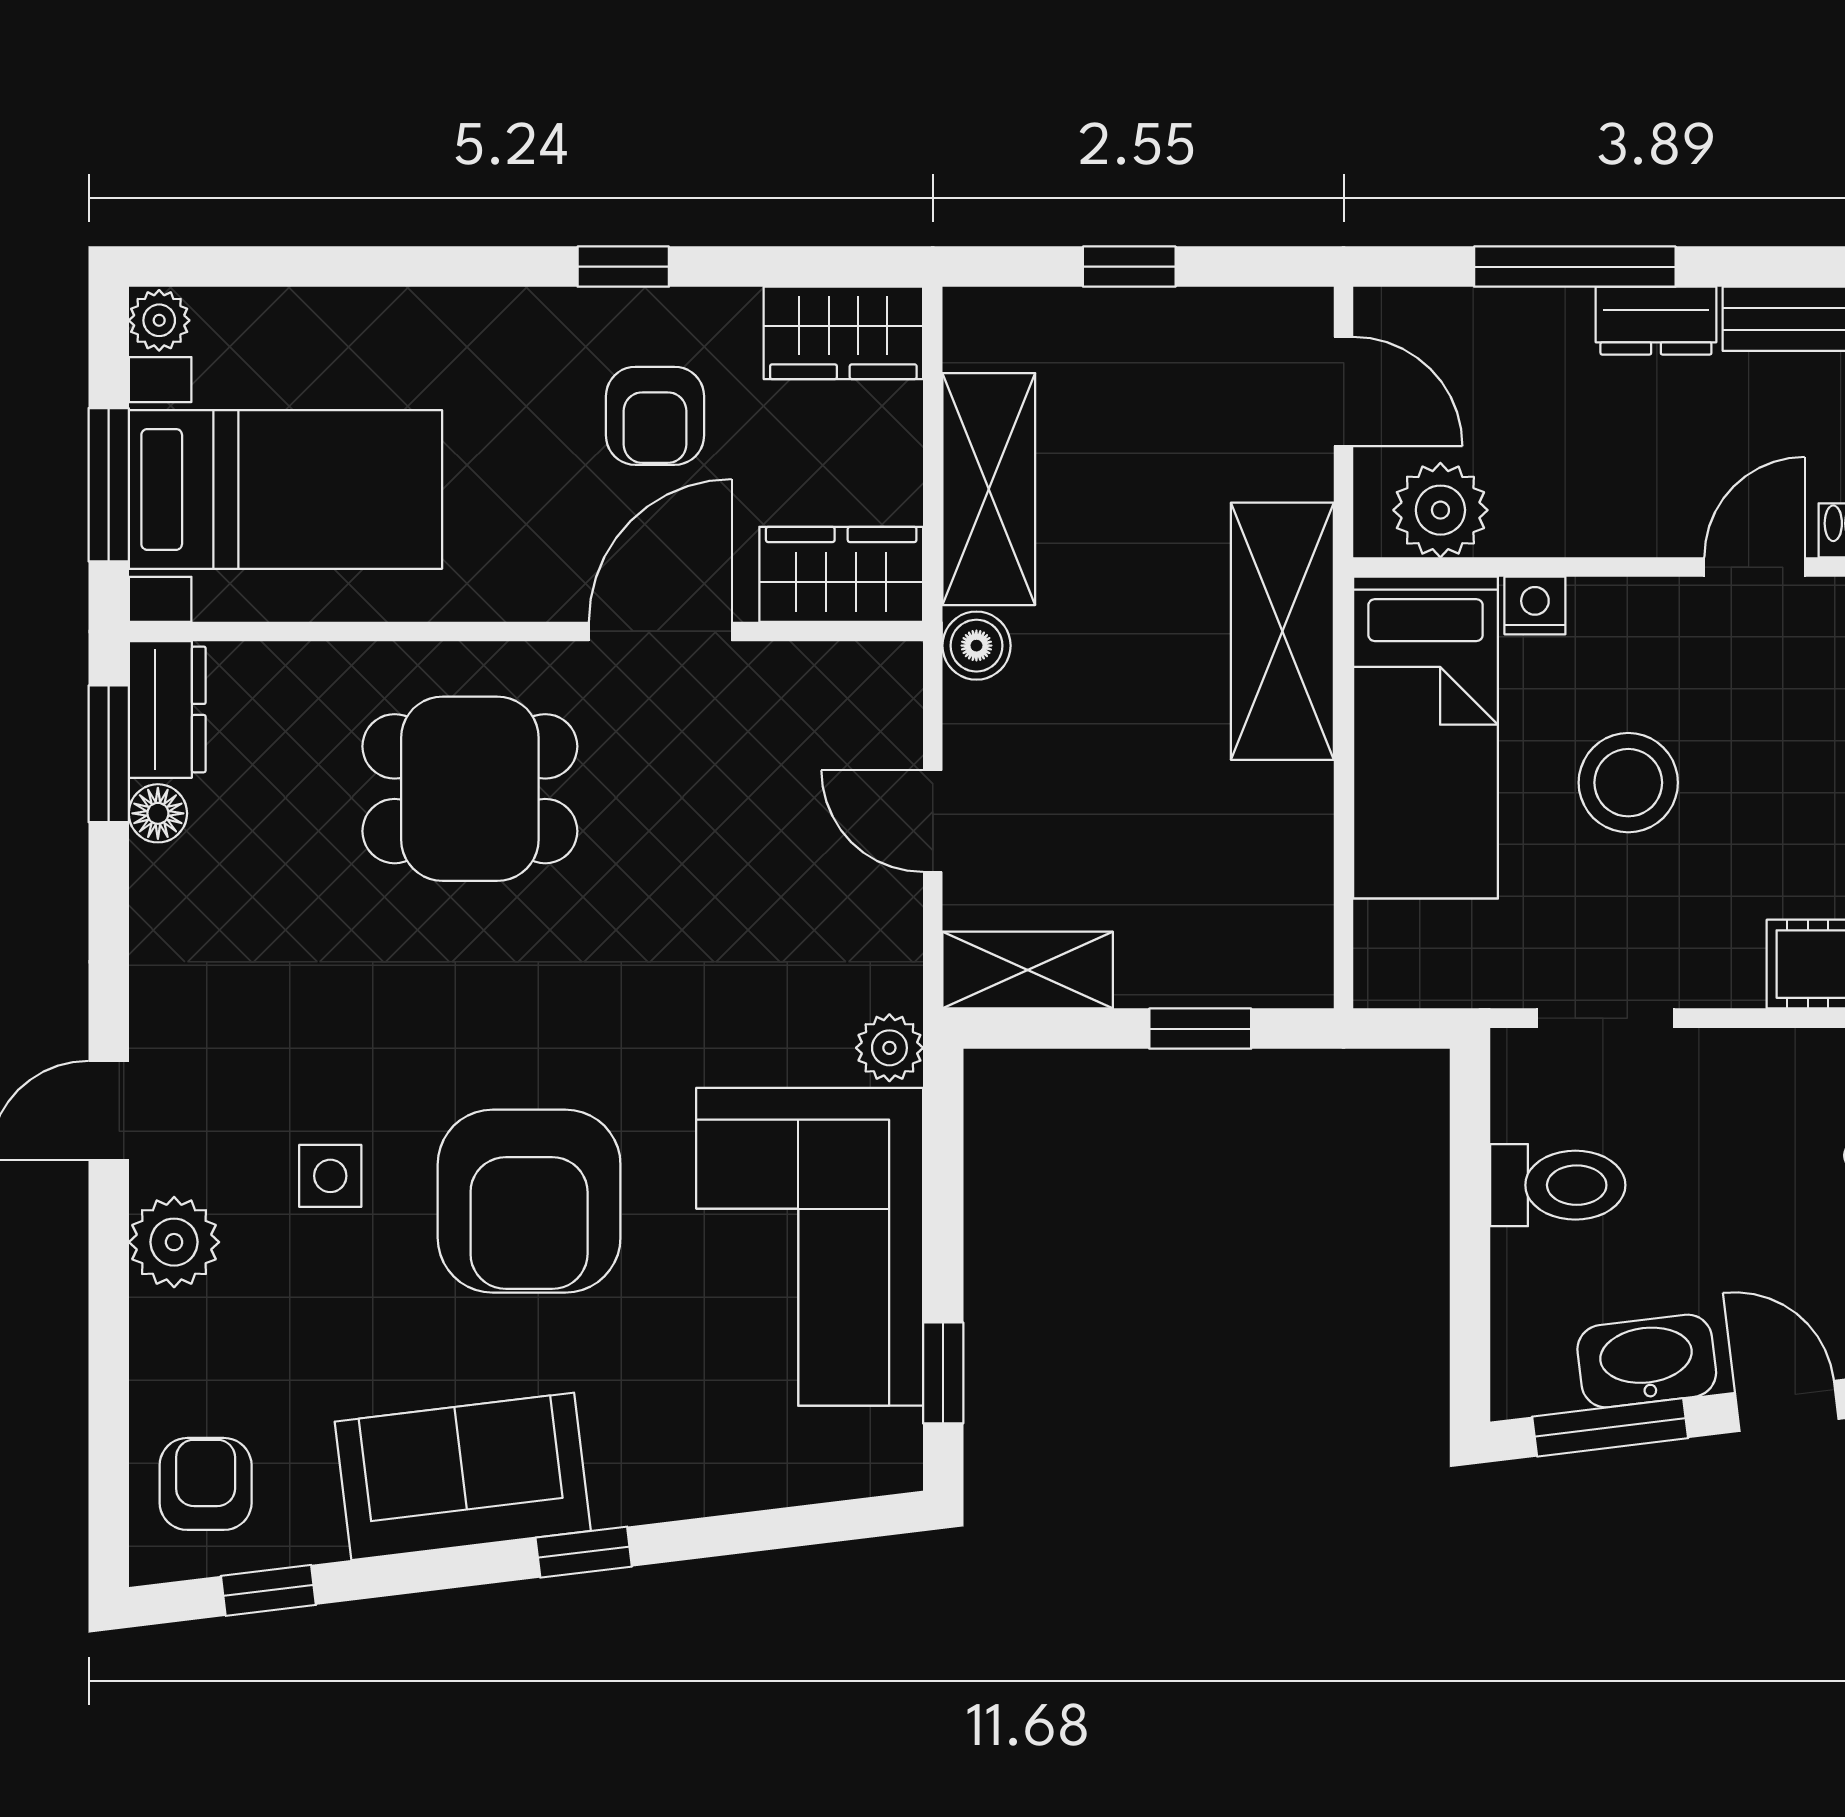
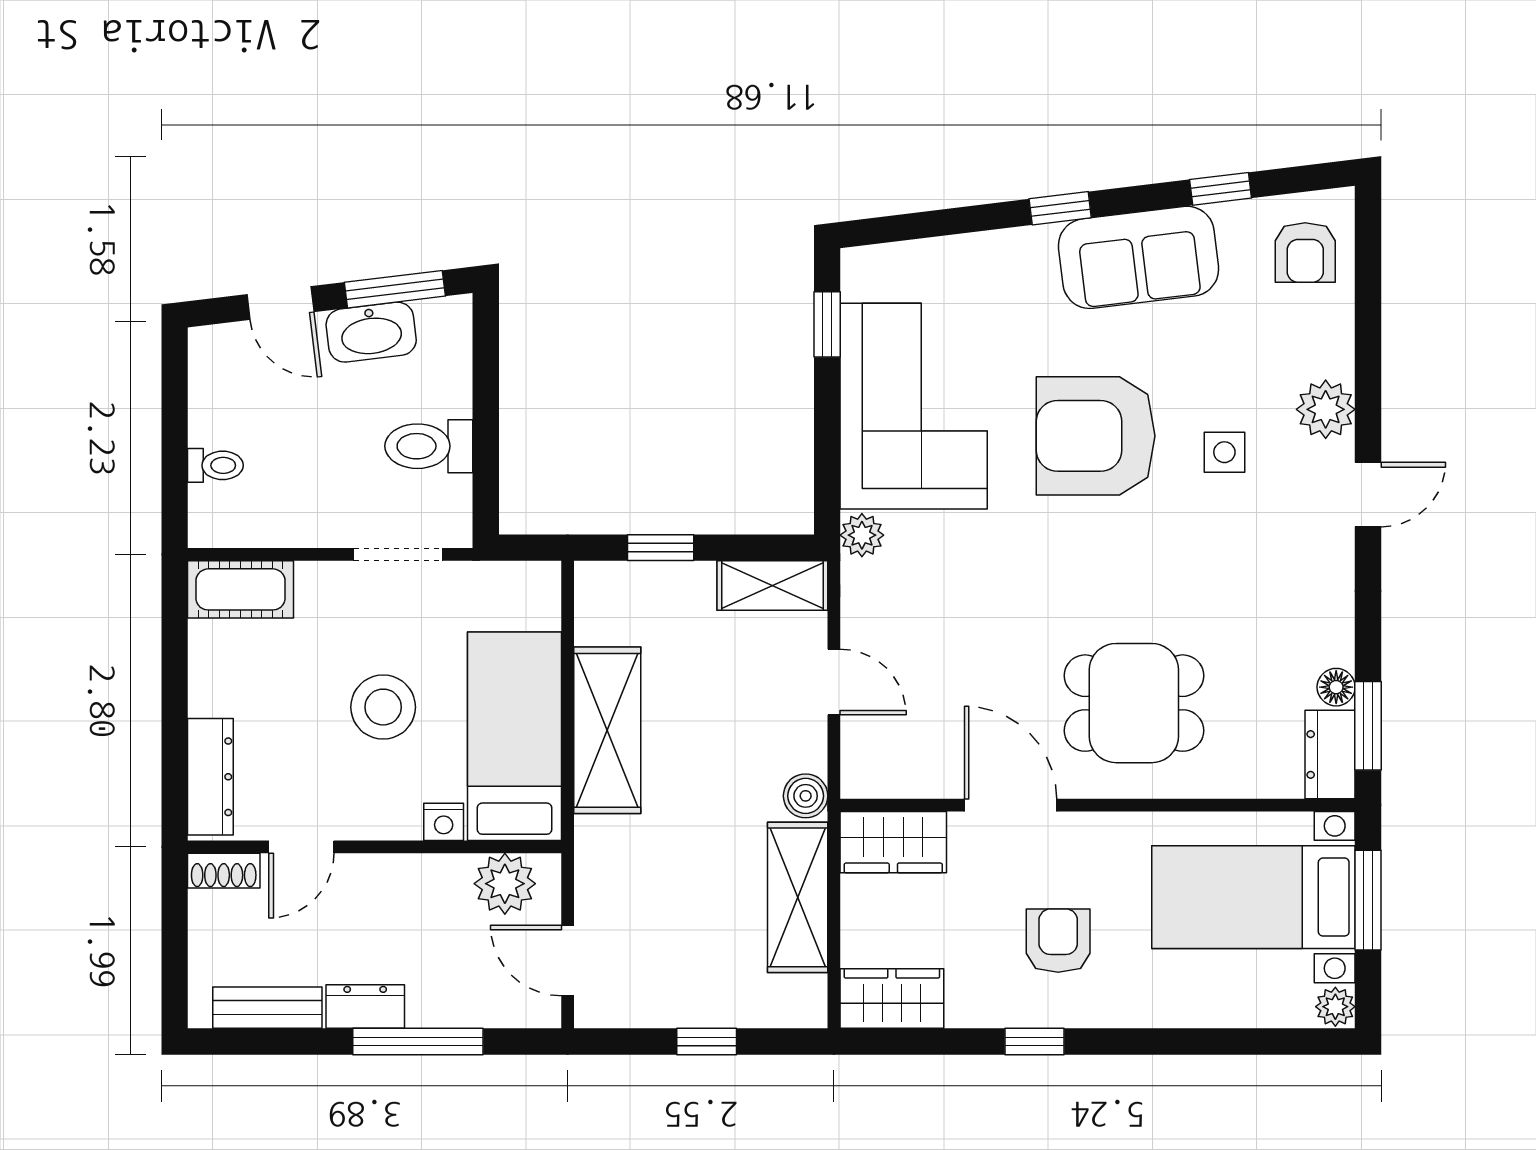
armchair: (655, 416) -> (1058, 941), moved
door: (660, 631) -> (1011, 805), swing flipped
shelving: (1282, 631) -> (607, 730), moved
armchair: (529, 1201) -> (1096, 436), turned -90
window: (268, 1590) -> (1221, 189), moved

